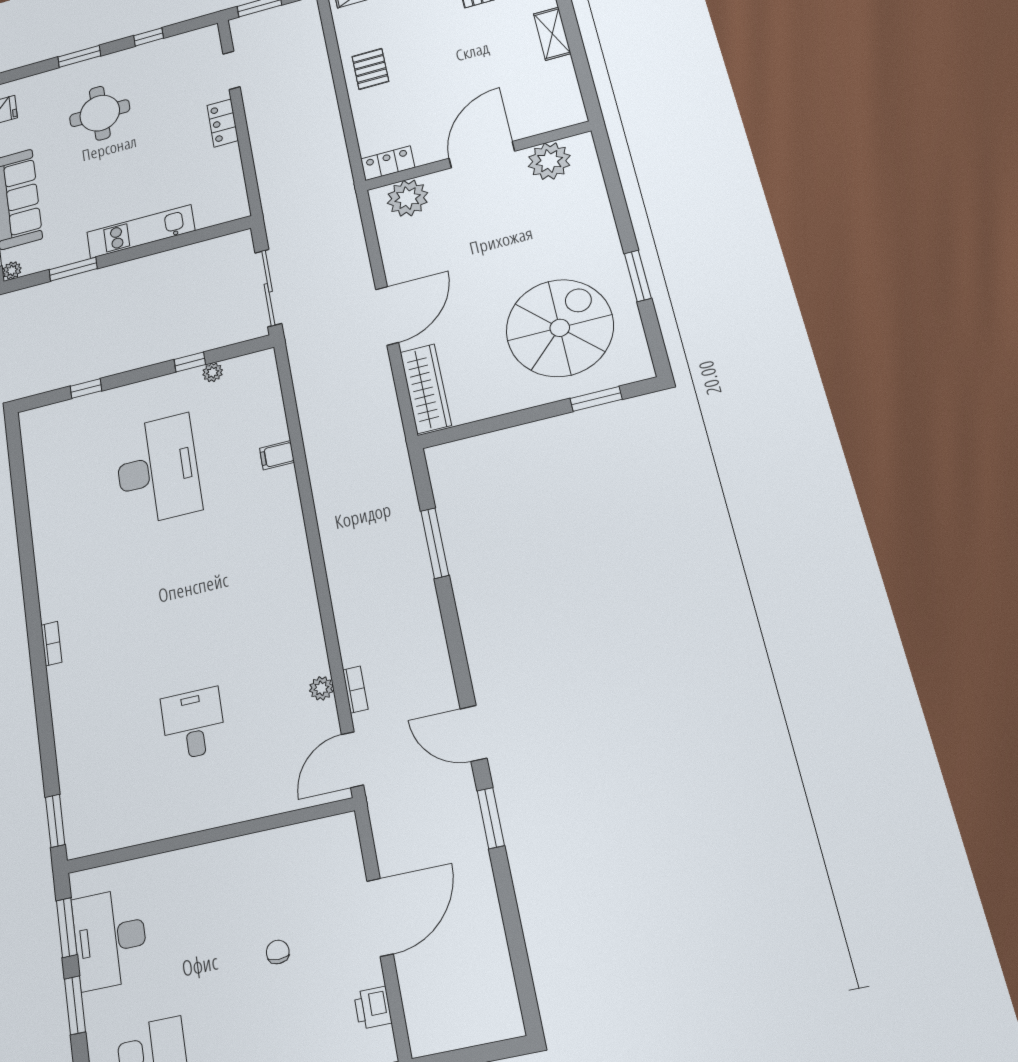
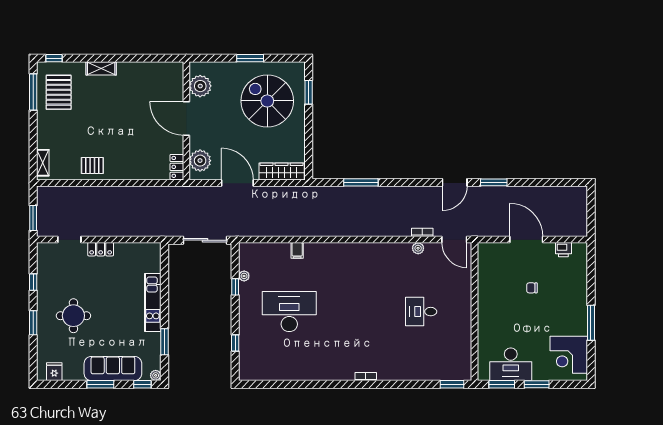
door: (482, 155) -> (186, 118), moved
wall: (477, 156) -> (186, 121), moved
plant: (549, 161) -> (200, 86), moved
locker: (388, 163) -> (177, 167), moved
plant: (408, 198) -> (200, 161), moved

